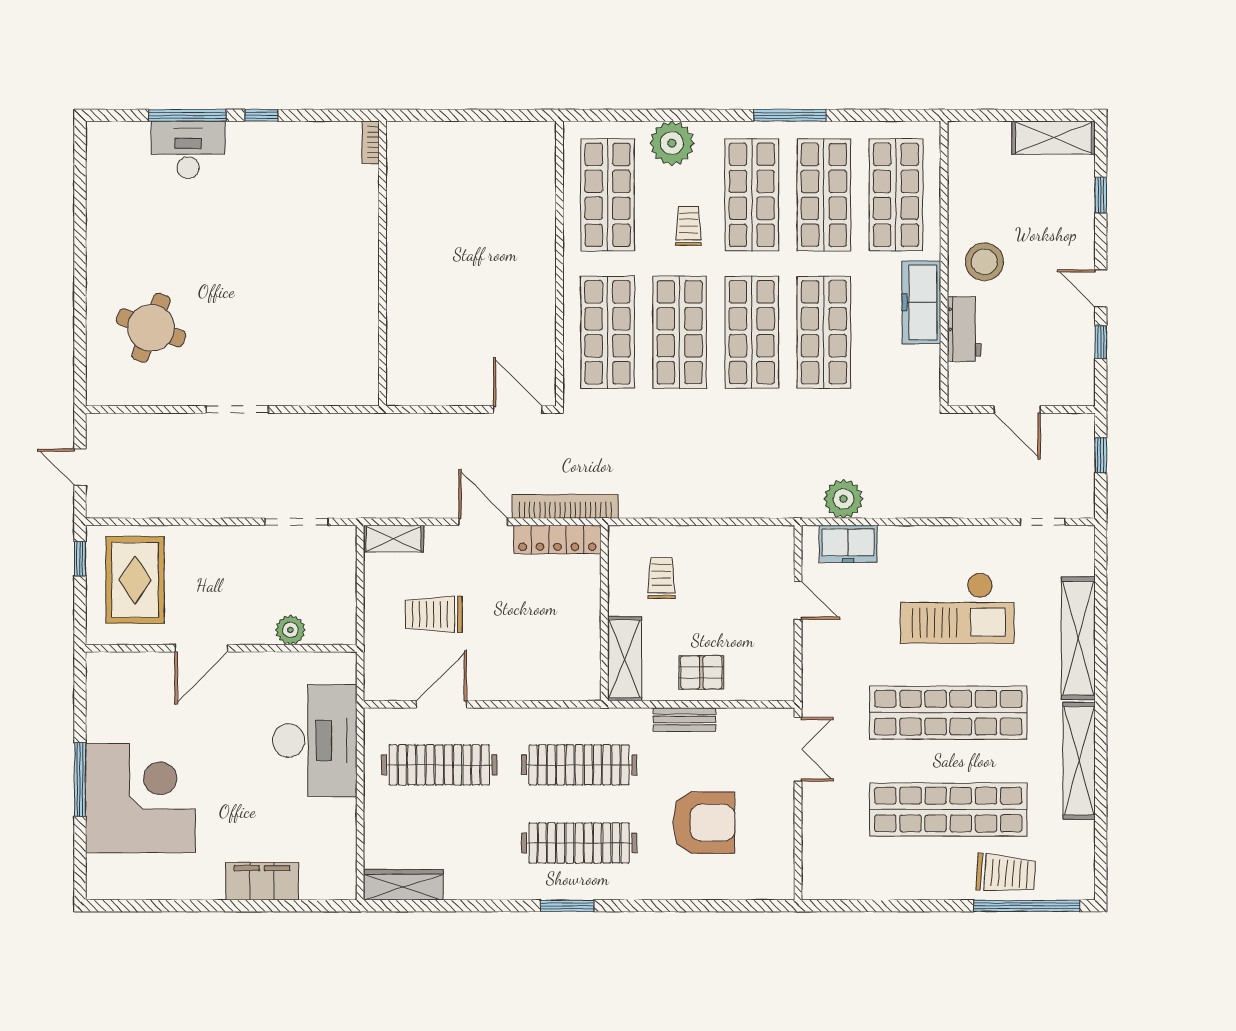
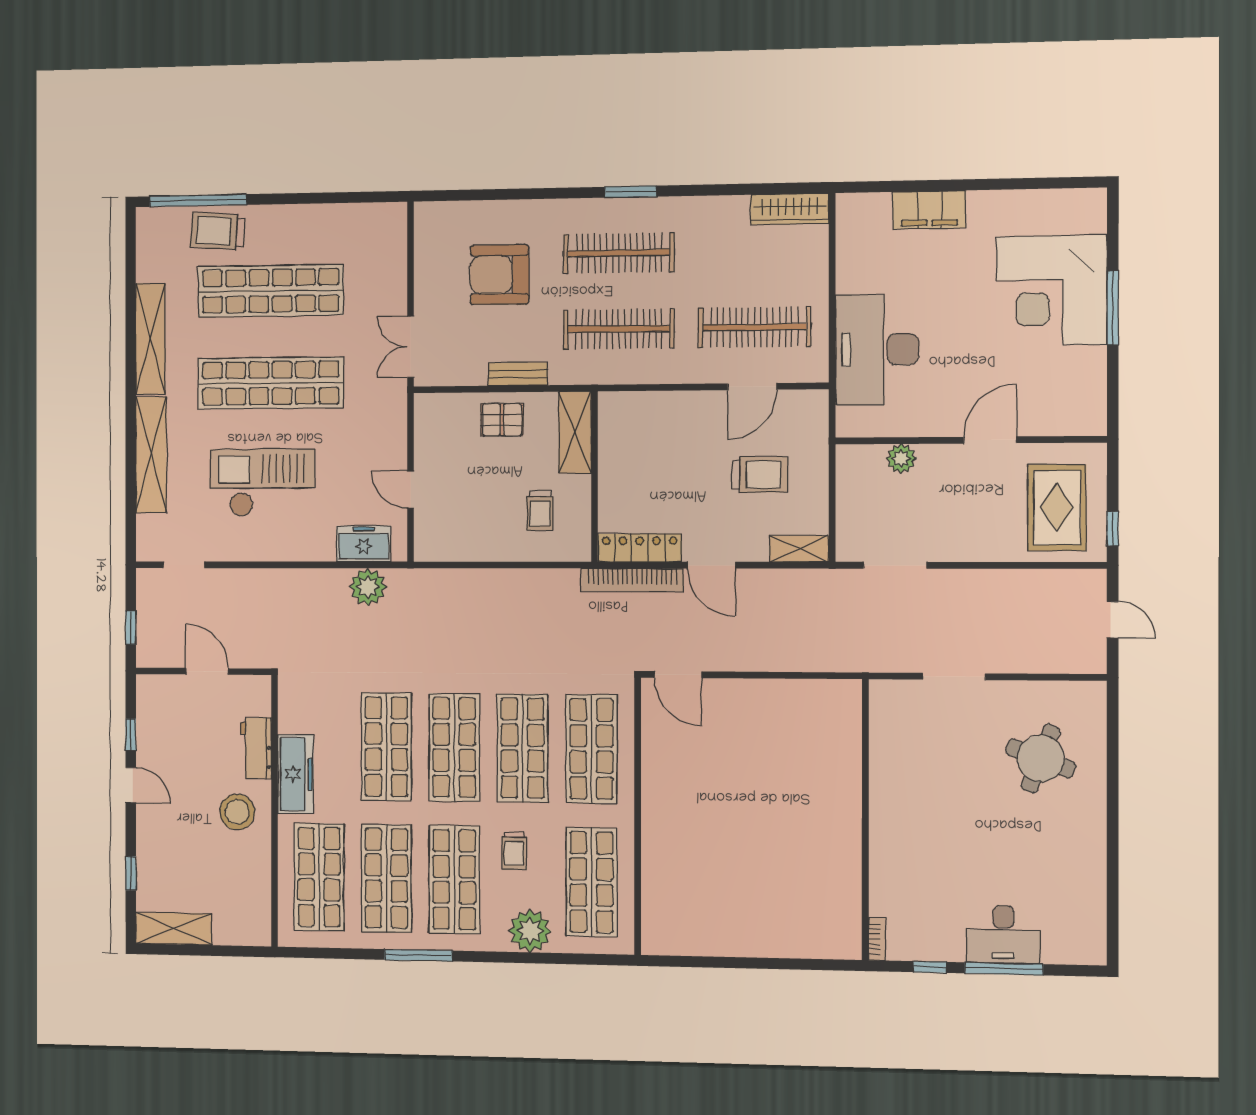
bookcase: (371, 142) -> (877, 939), moved
wall: (383, 264) -> (865, 820), moved

